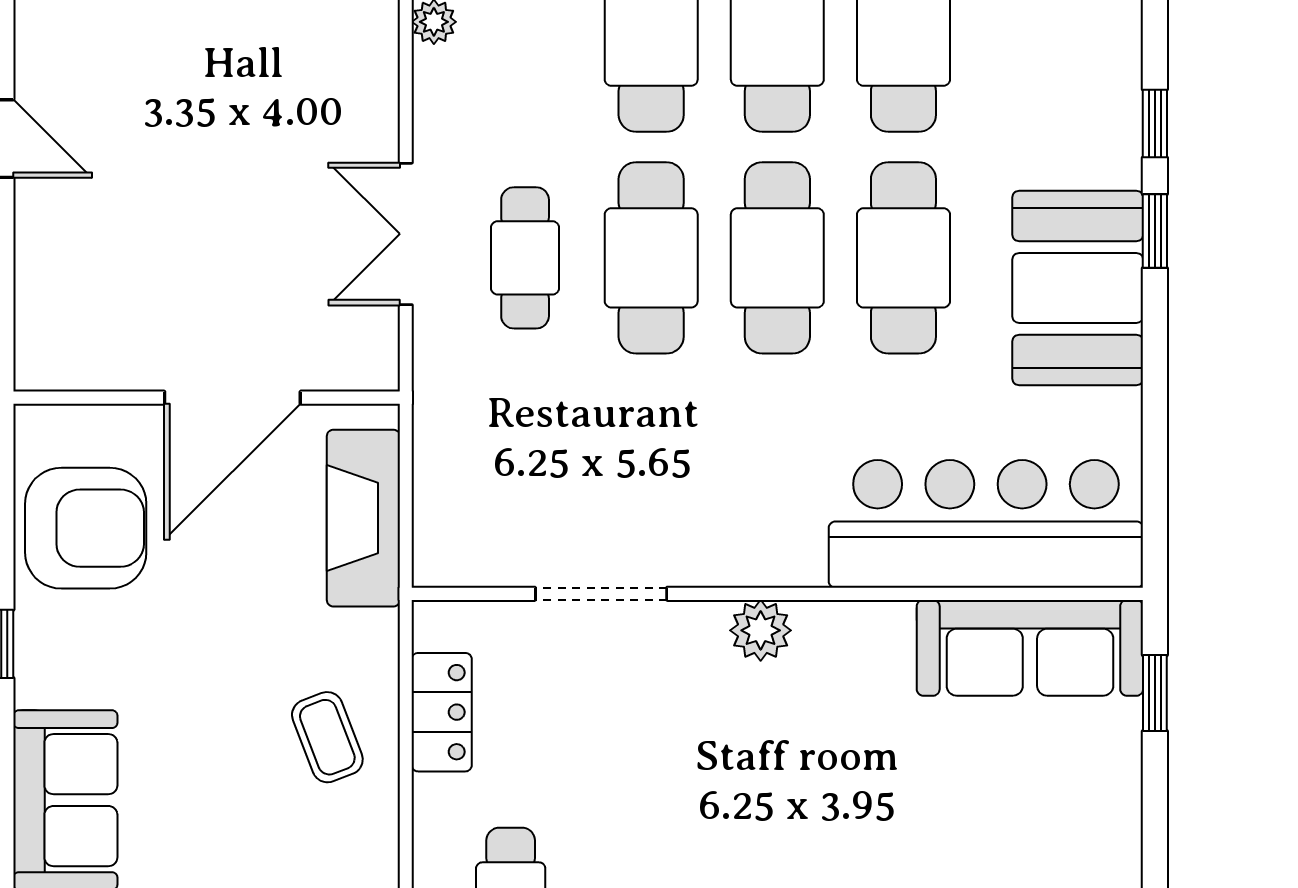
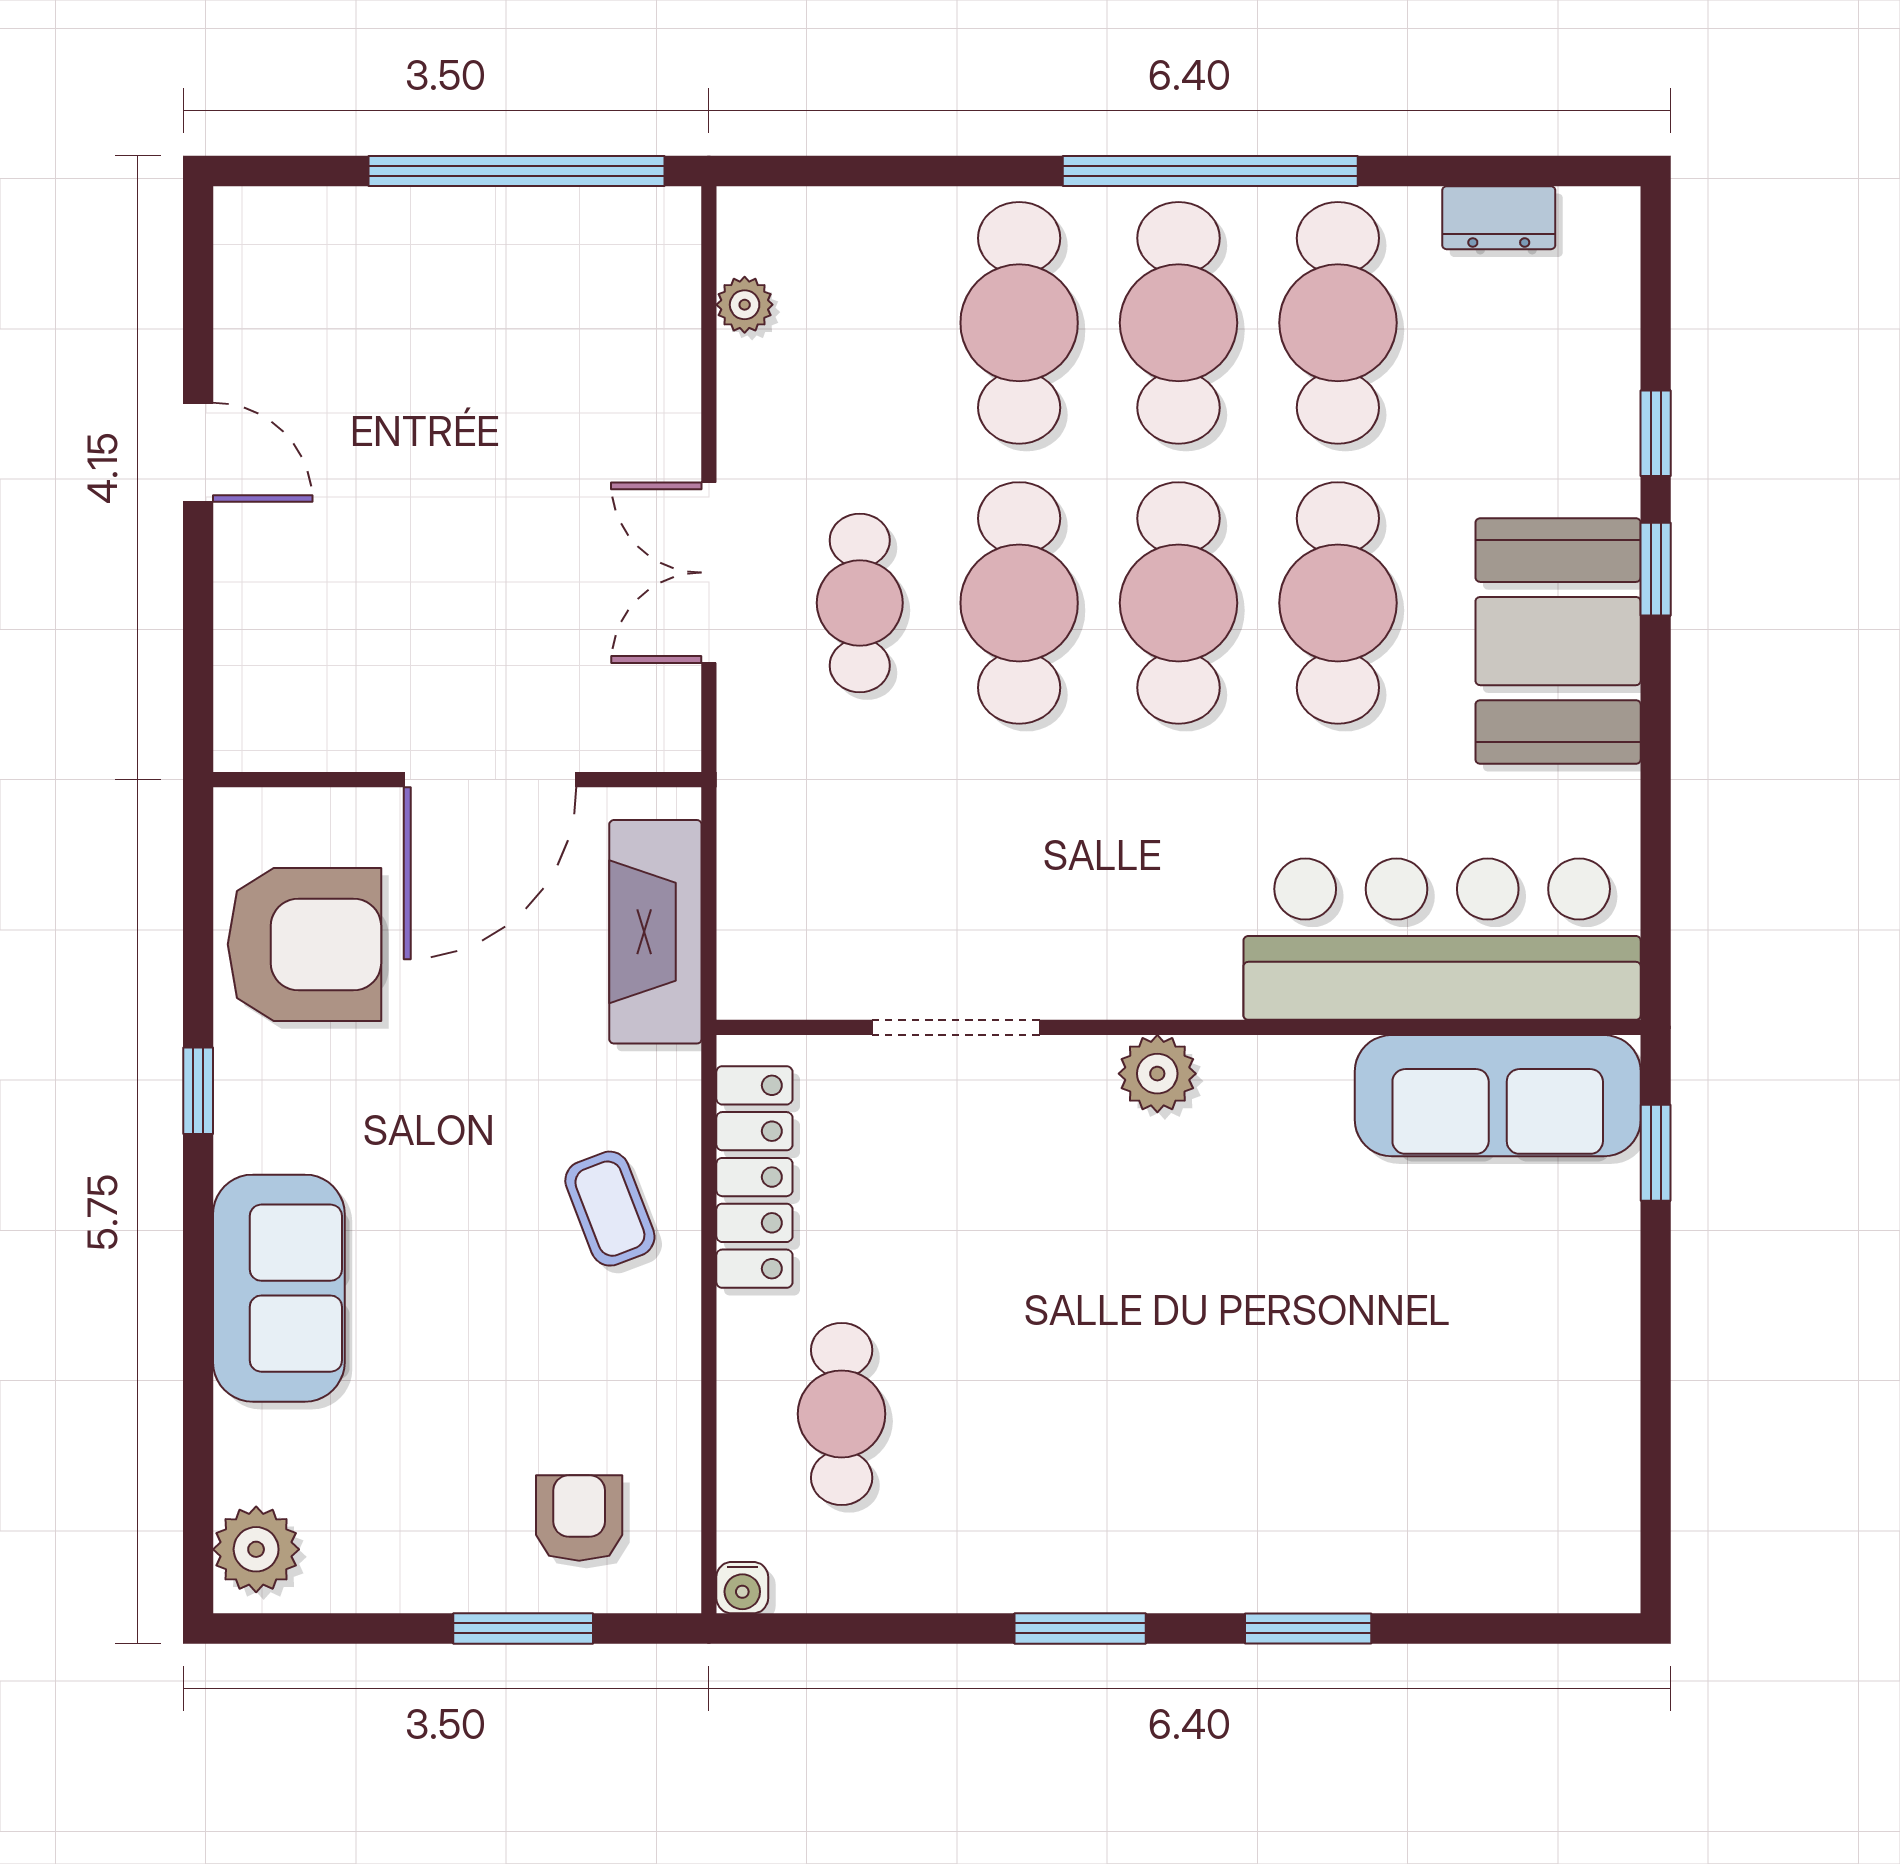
locker: (442, 712) -> (754, 1177), width x1.53

